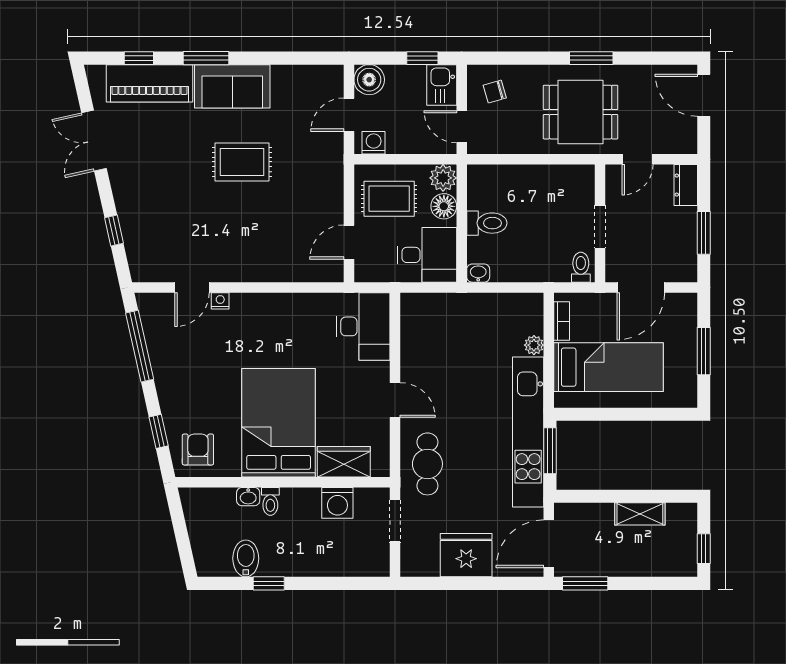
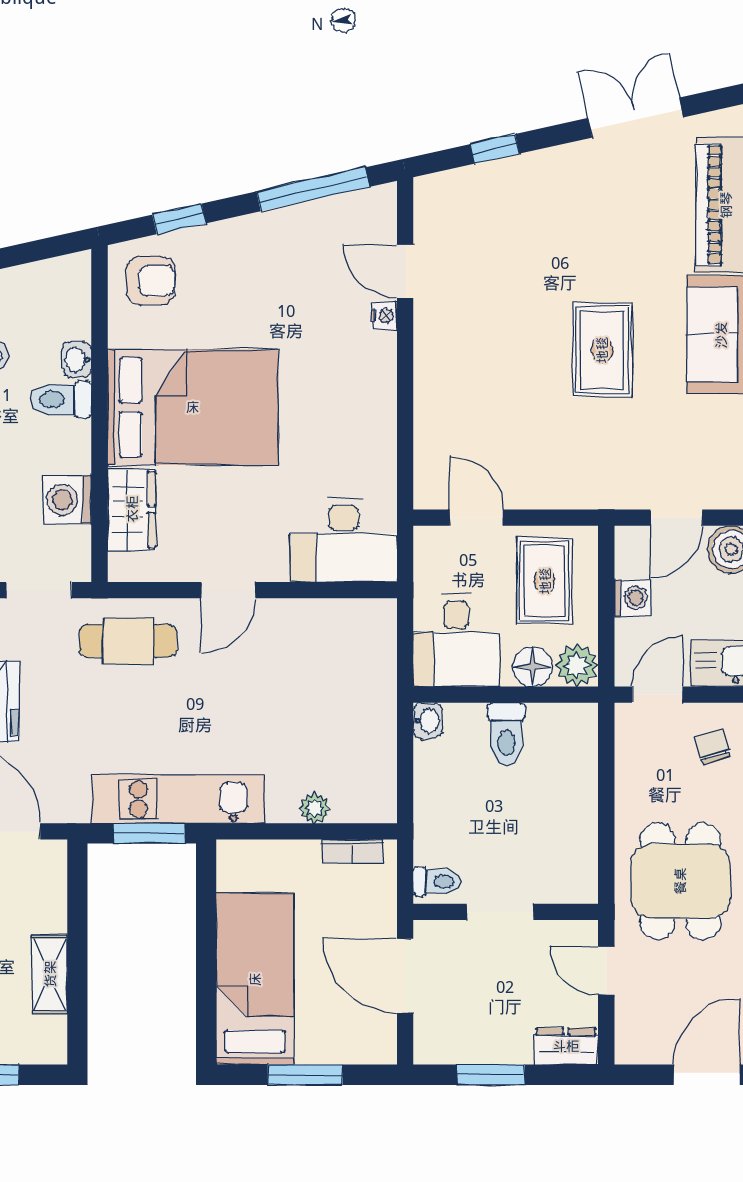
door: (349, 115) -> (676, 518), swing flipped
washing machine: (374, 143) -> (632, 598), moved
bed: (609, 367) -> (255, 979), moved, turned 180
kitchen unit: (528, 432) -> (178, 799), width x0.73
toilet: (270, 501) -> (61, 399), width x1.37, depth x1.39

